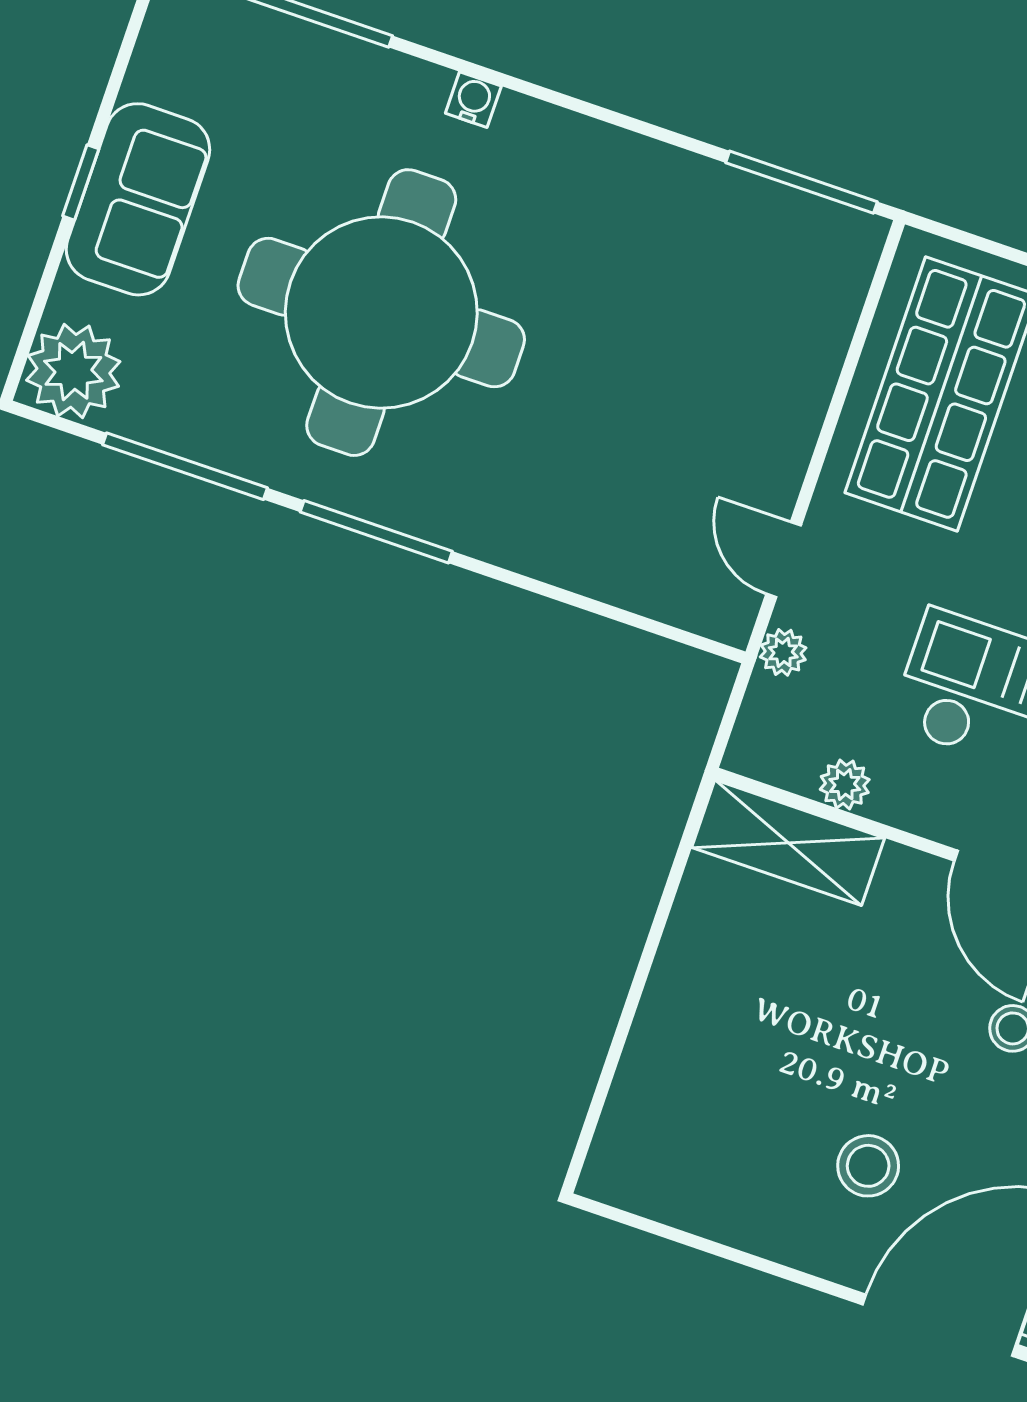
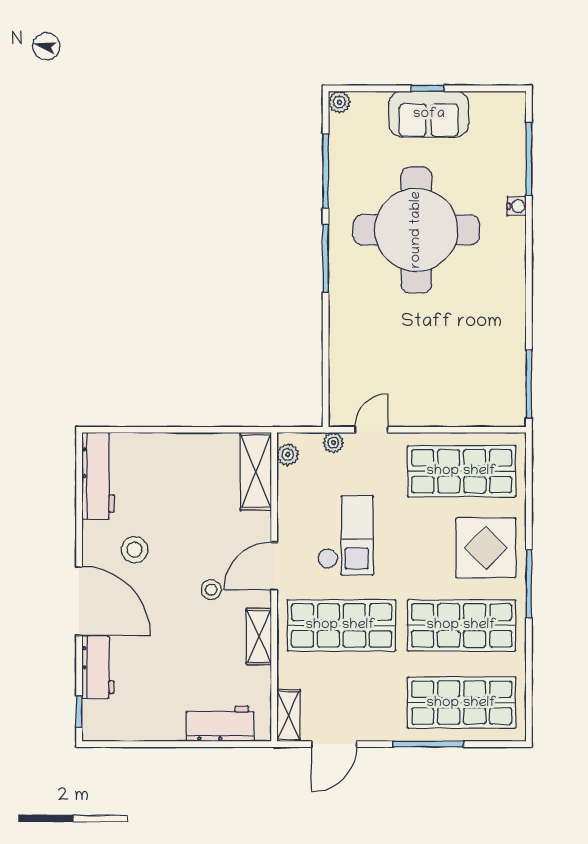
water cooler: (473, 100) -> (517, 206), moved
plant: (73, 371) -> (339, 102), width x0.53, depth x0.53
plant: (845, 784) -> (288, 455), moved
workbench: (680, 1190) -> (98, 476), added

